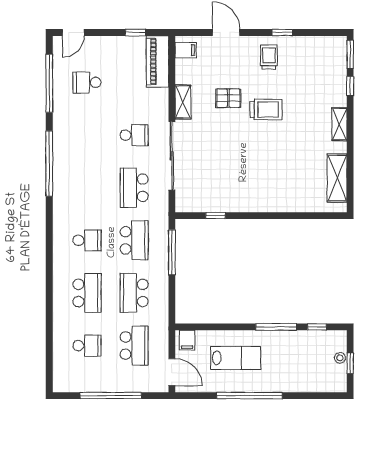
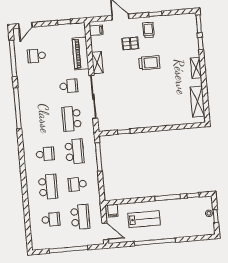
piano: (157, 62) -> (81, 53), moved
pallet: (228, 98) -> (130, 43), moved
school desk: (134, 293) -> (77, 184), width x0.54

